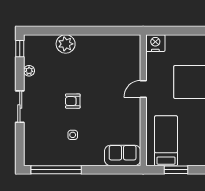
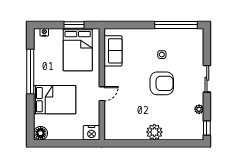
plant: (66, 44) -> (154, 132), moved
armchair: (73, 101) -> (162, 83), width x1.88, depth x1.88
bed: (166, 141) -> (78, 50), width x1.50
sofa: (123, 155) -> (113, 51), moved, turned -90

